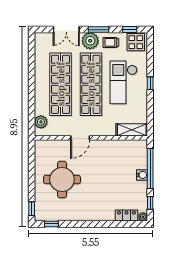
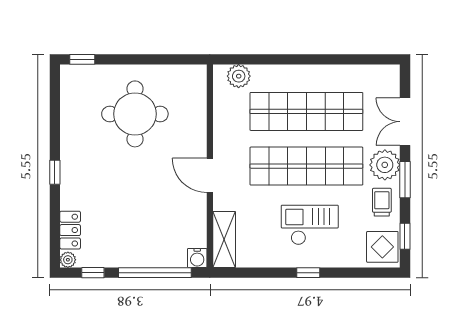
checkout: (124, 82) -> (310, 225), width x0.73, depth x0.83
door: (80, 138) -> (210, 175), moved
water cooler: (142, 175) -> (197, 258), moved
window: (51, 224) -> (55, 172), moved

